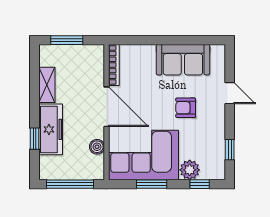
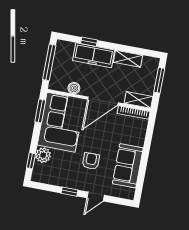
shelving: (97, 62) -> (139, 100), added
window: (230, 150) -> (69, 192), moved
window: (152, 184) -> (40, 111), moved

